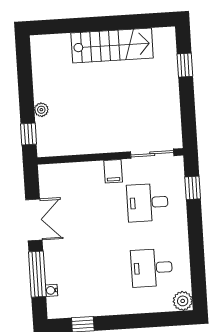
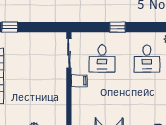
window: (193, 188) -> (118, 27), moved

